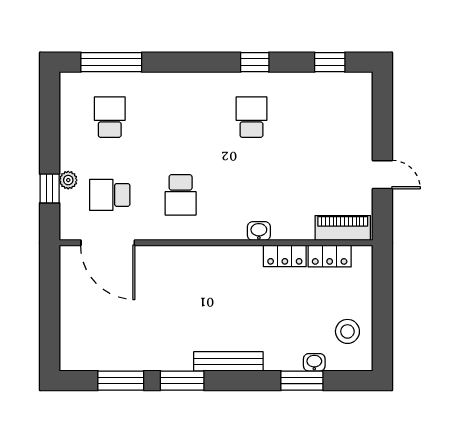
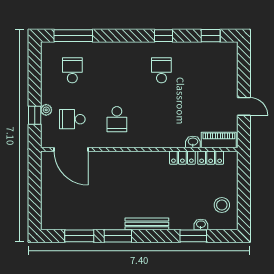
washbasin: (259, 231) -> (193, 142), moved

